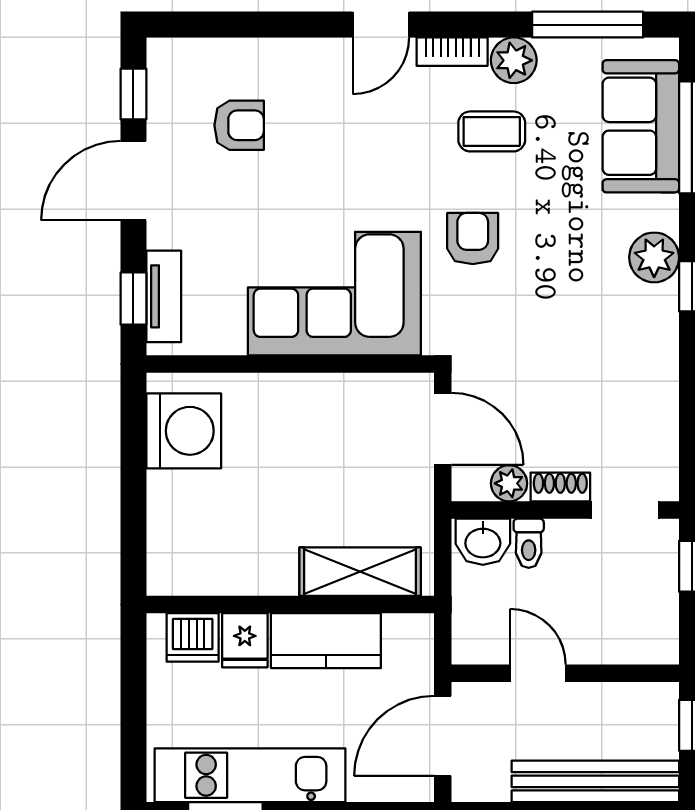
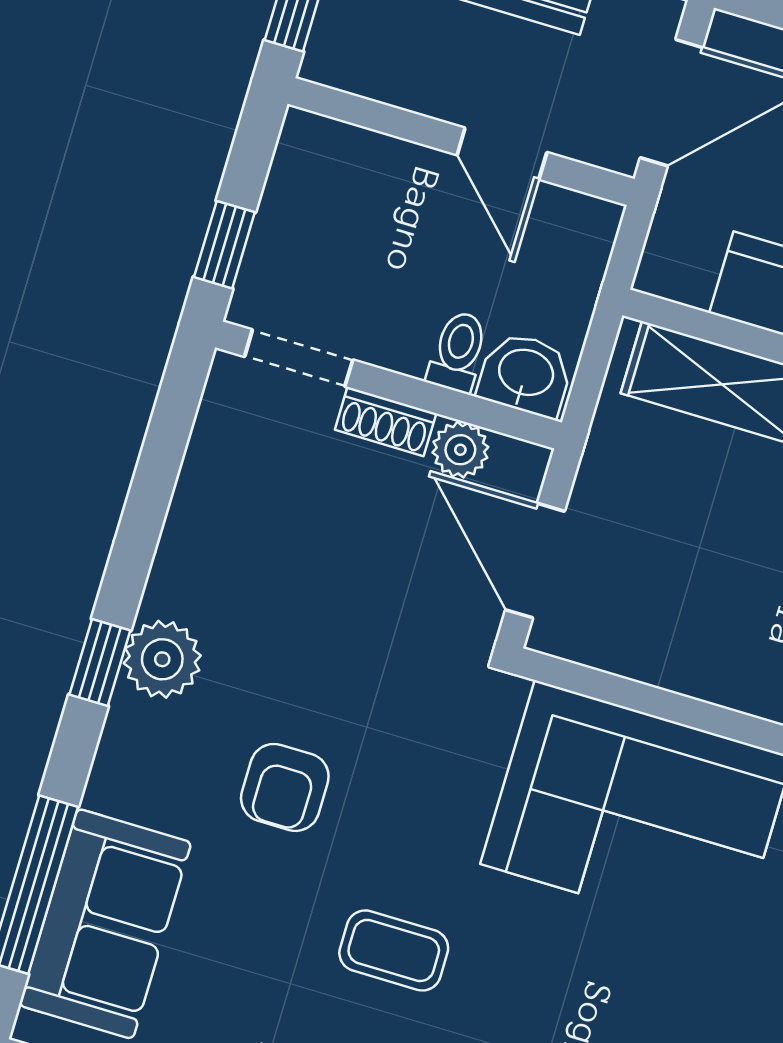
coffee table: (492, 131) -> (394, 950), moved
armchair: (473, 239) -> (285, 787), moved
plant: (654, 257) -> (162, 659), moved

